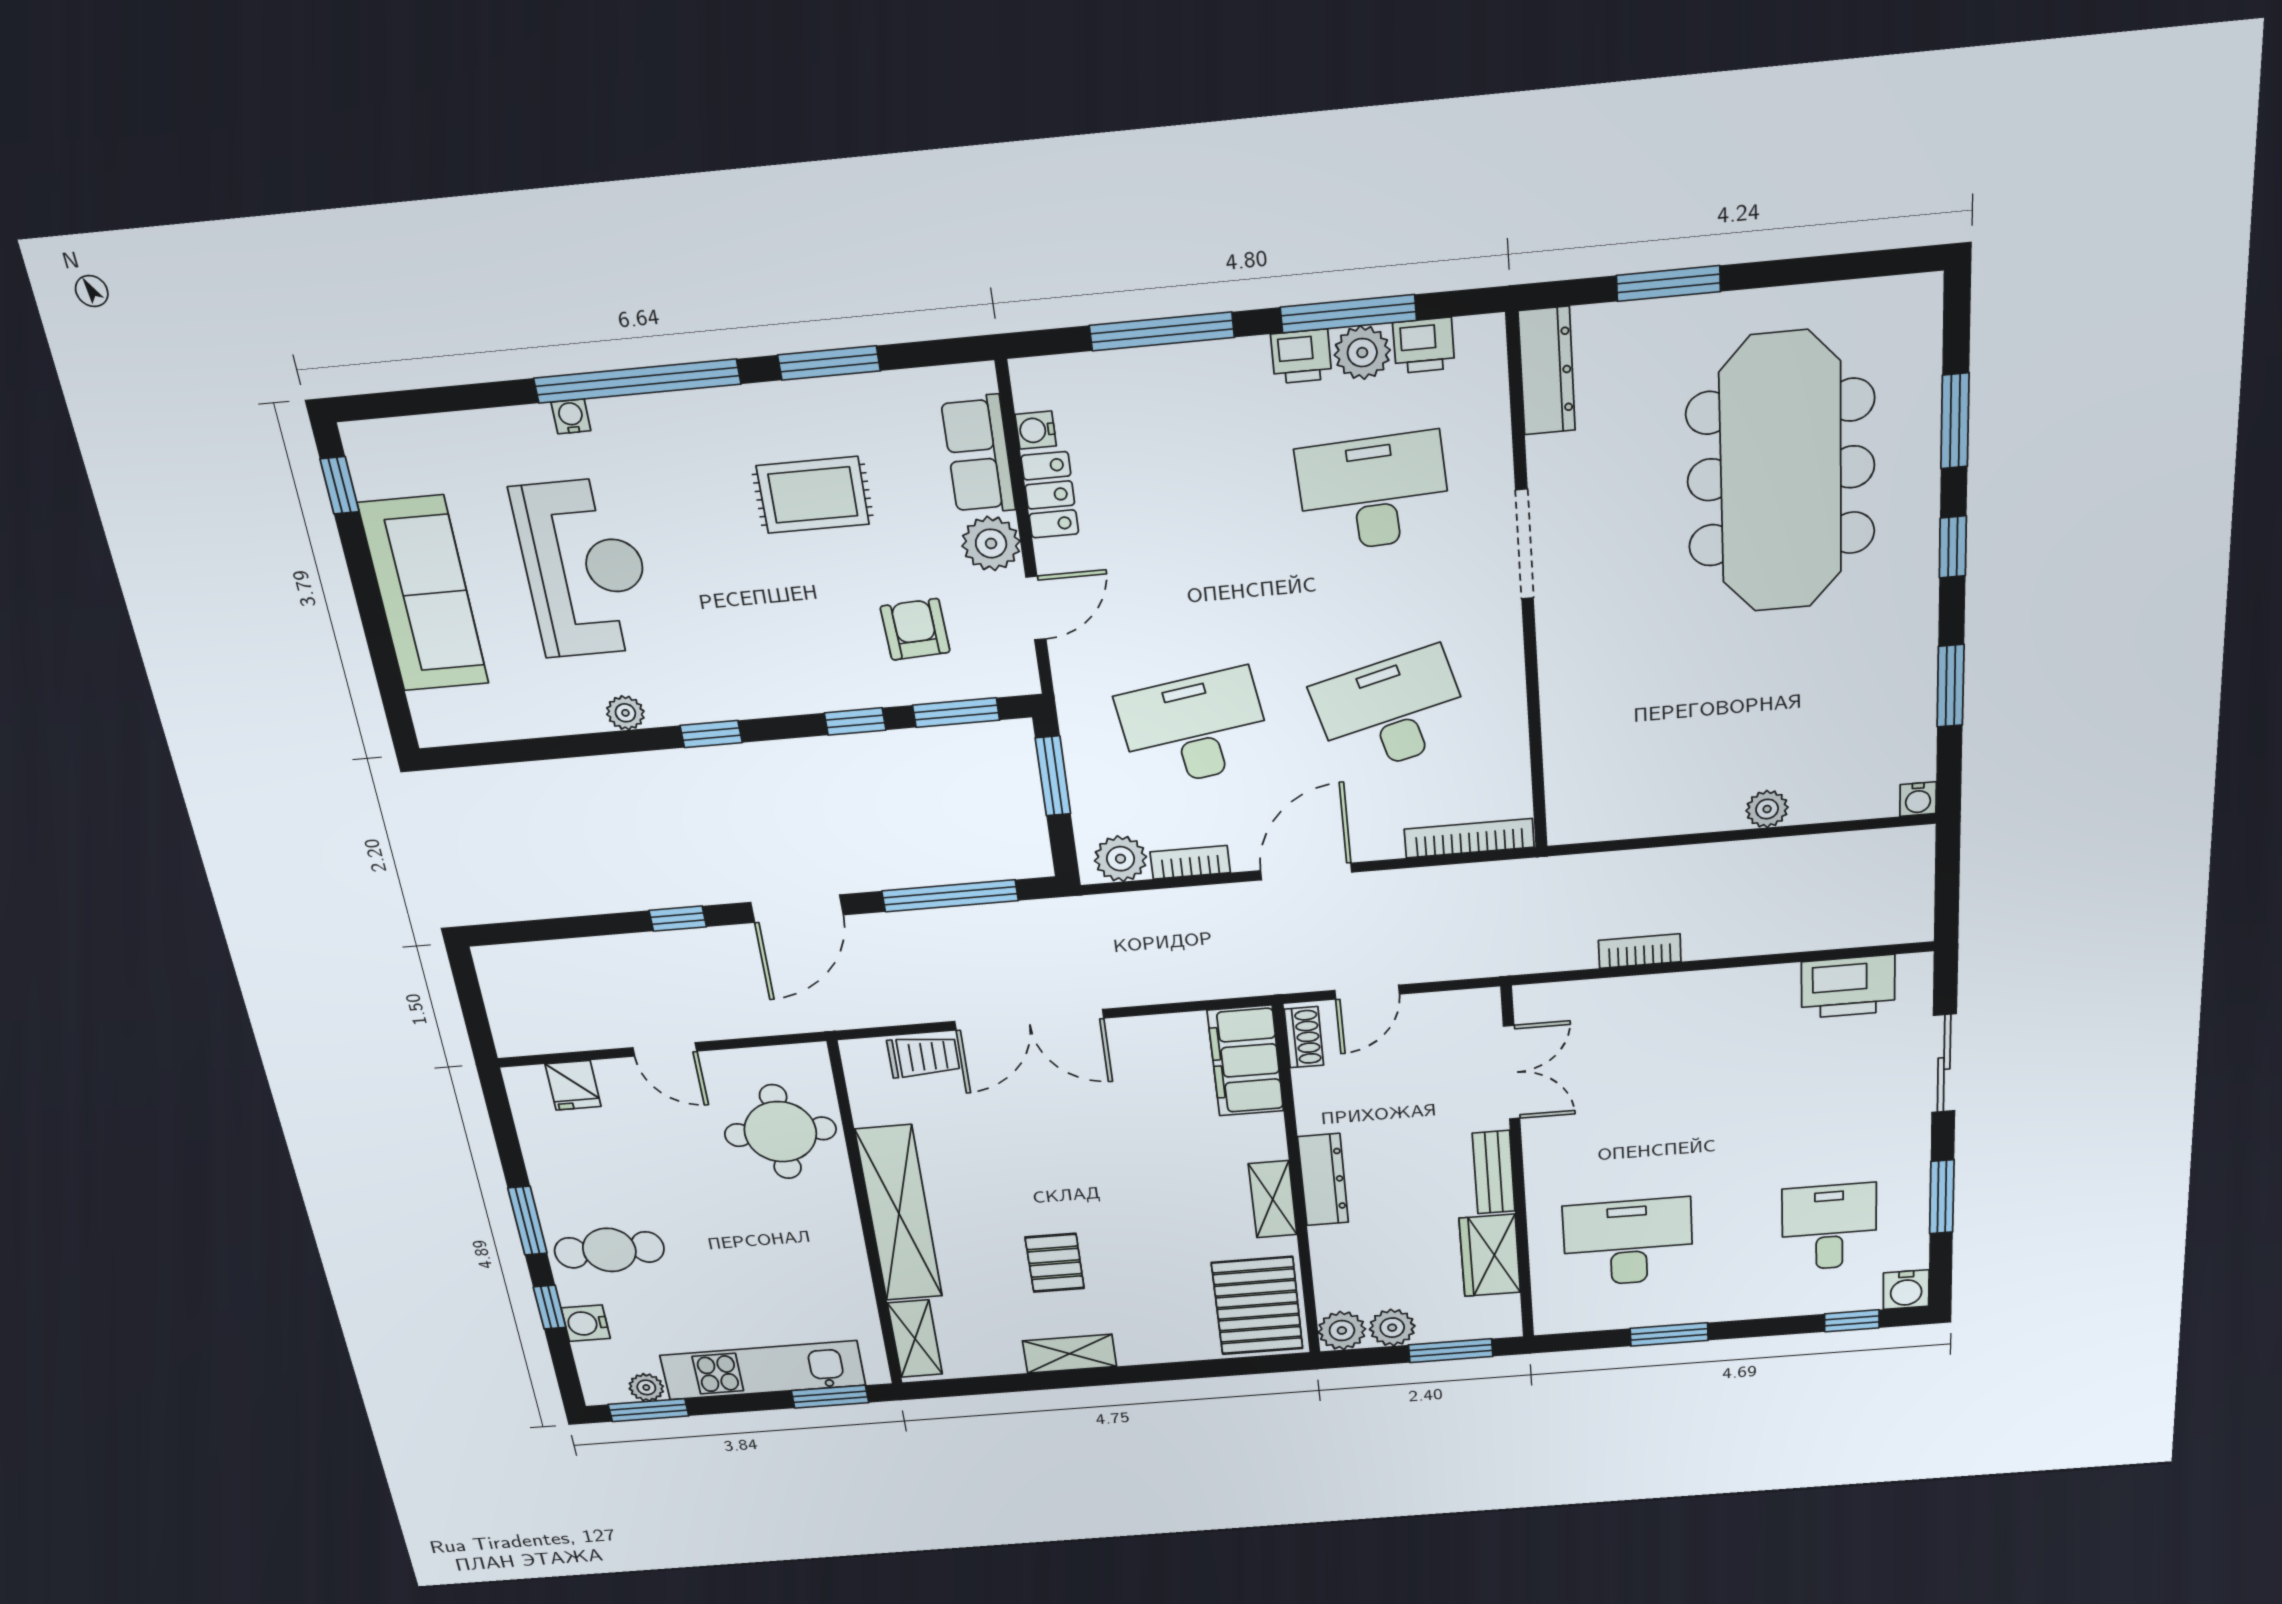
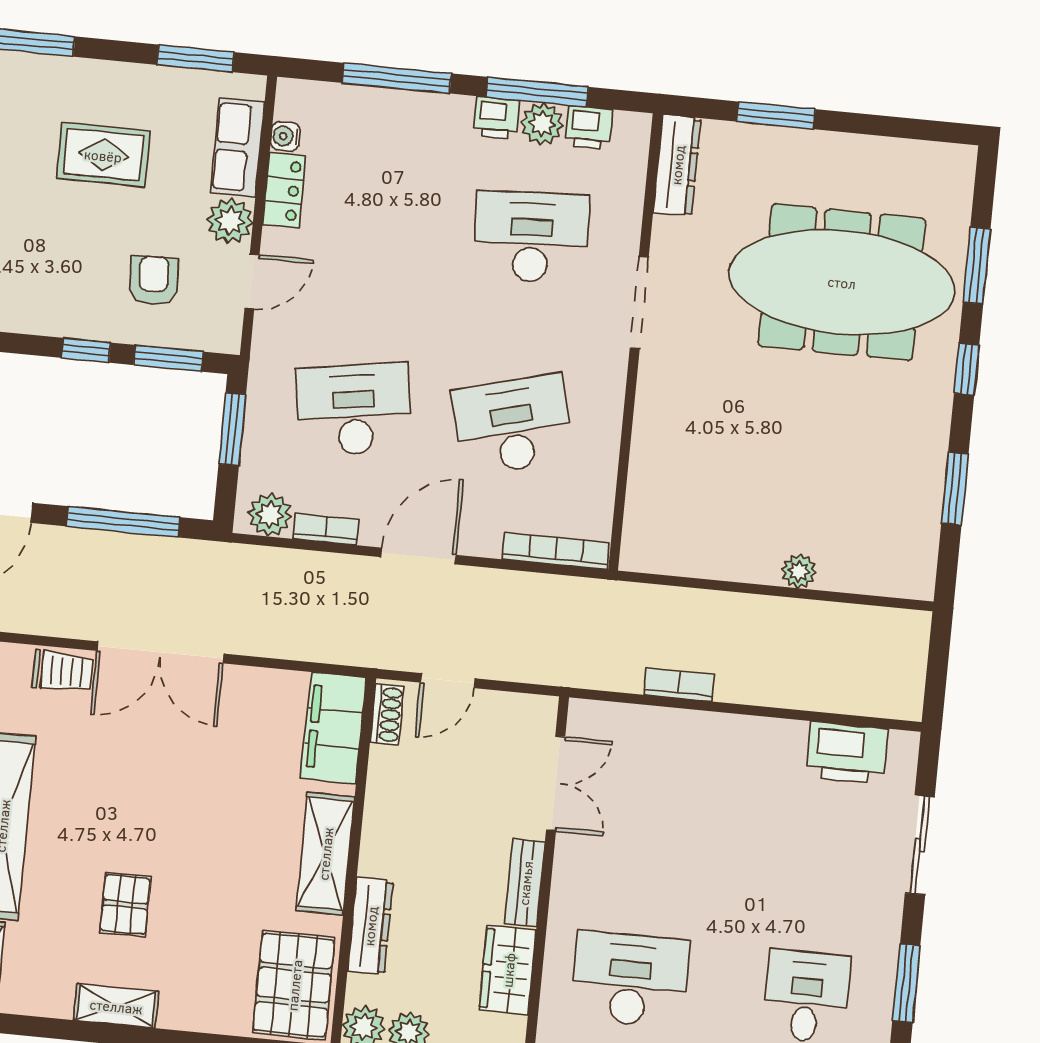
window: (829, 363) -> (196, 58), moved
meeting table: (1781, 473) -> (842, 282), turned 90
water cooler: (1918, 799) -> (920, 586), removed
dresser: (1323, 1180) -> (370, 926), moved
shelving: (1273, 1199) -> (325, 854), width x1.50, depth x1.33

